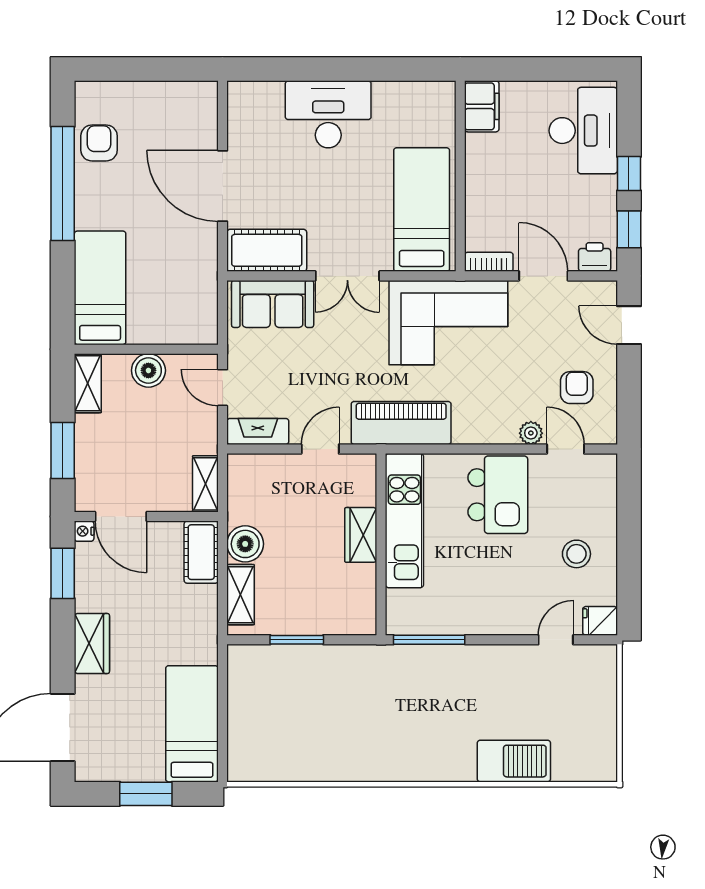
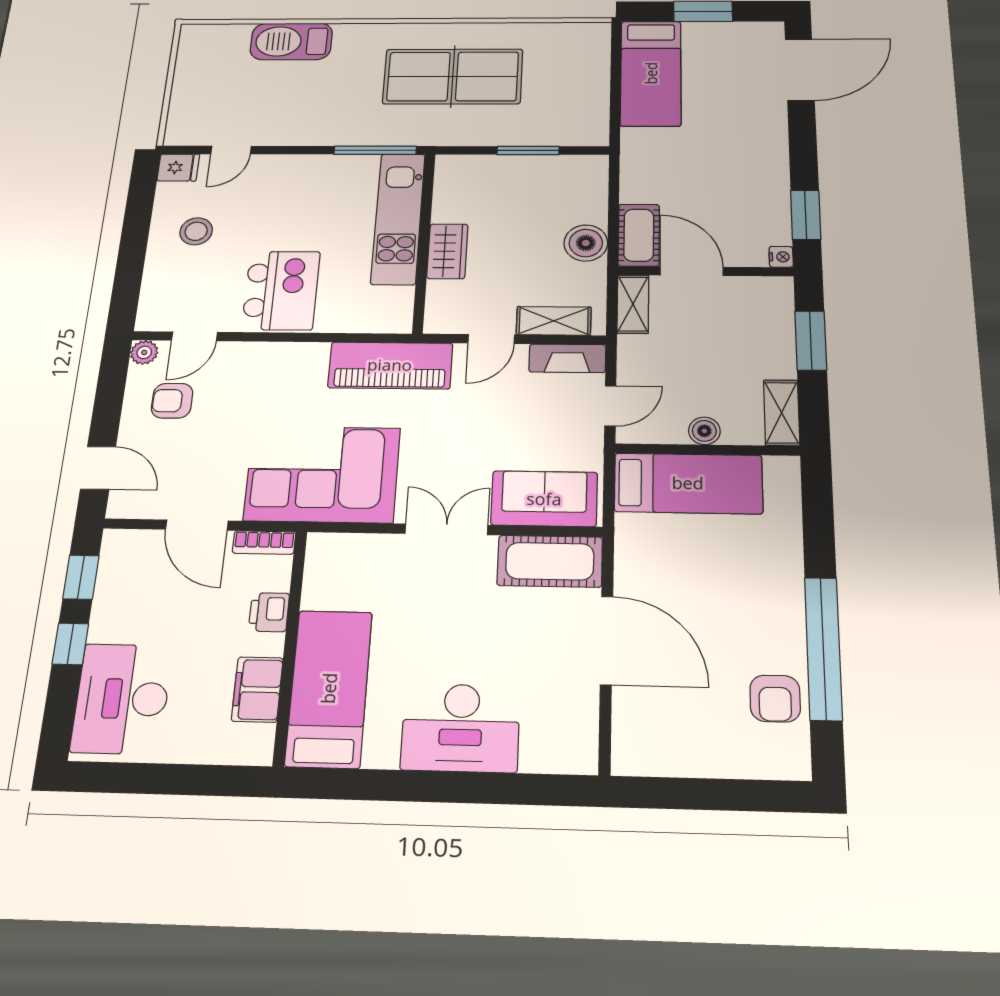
filing cabinet: (482, 106) -> (257, 689), moved
bed: (422, 210) -> (329, 688), moved, turned 180
printer: (595, 257) -> (269, 612), moved, turned 90
bed: (100, 288) -> (688, 483), moved, turned -90
boiler: (148, 370) -> (704, 431), width x0.73, depth x0.73
door: (223, 388) -> (610, 406), hinge flipped
armchair: (577, 388) -> (172, 401), turned 90
plant: (531, 433) -> (144, 352), moved
door: (566, 449) -> (195, 336), hinge flipped
kitchen island: (498, 495) -> (281, 290), turned 180
door: (121, 516) -> (692, 271), moved
kitchen unit: (404, 521) -> (398, 218), moved
shelving: (241, 595) -> (554, 321), moved, turned 90
wardrobe: (92, 644) -> (768, 147), removed
table tennis table: (366, 721) -> (453, 76), added

